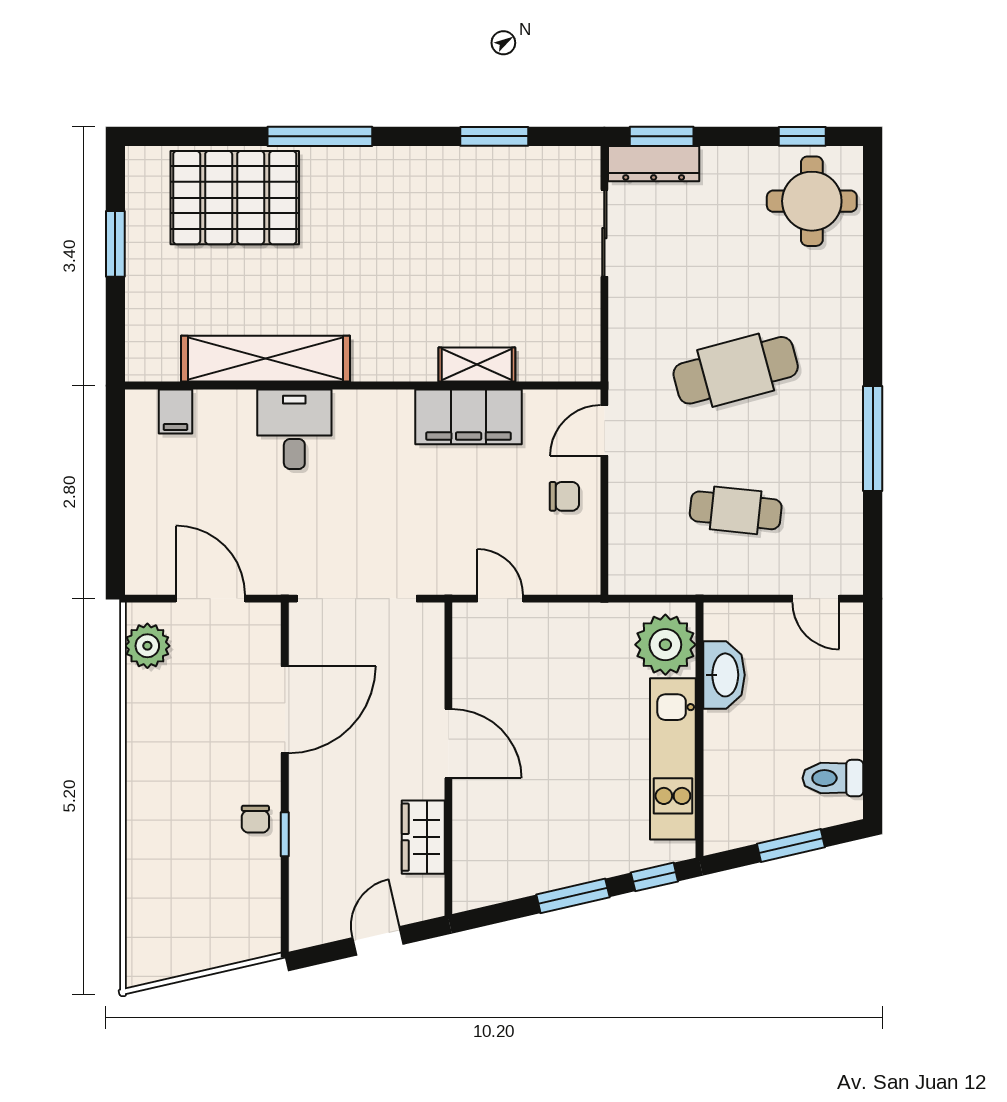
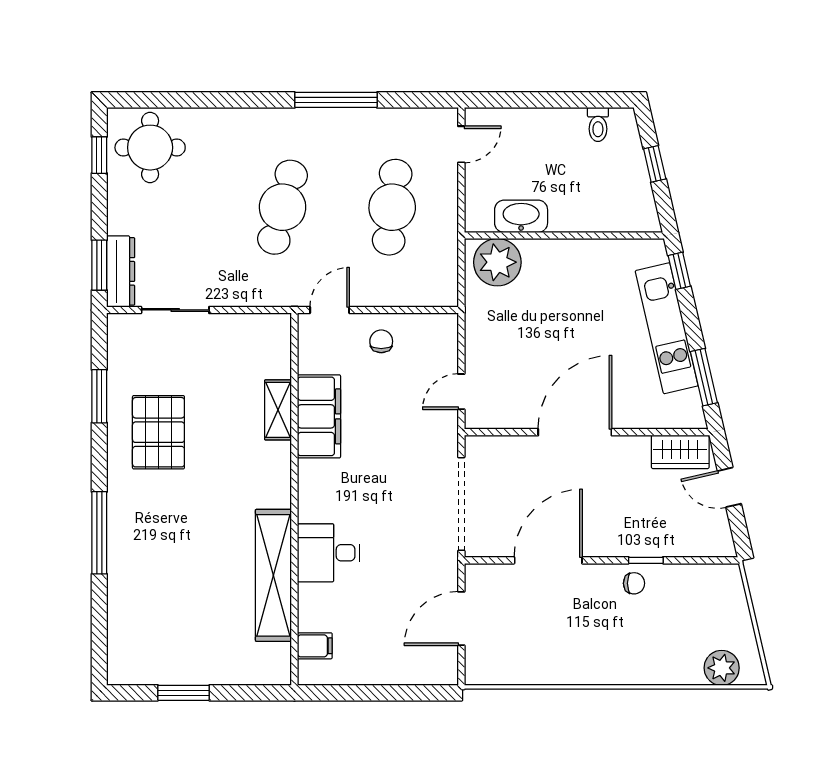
pallet: (235, 198) -> (158, 432), moved, width x0.73, depth x0.71
cafe table: (736, 370) -> (283, 207), turned 30
door: (604, 430) -> (330, 310), swing flipped
cafe table: (736, 510) -> (392, 207), width x1.37, depth x1.35
plant: (147, 646) -> (722, 668), moved
door: (285, 710) -> (548, 560), hinge flipped
door: (448, 744) -> (575, 432), width x1.36
kitchen unit: (673, 759) -> (667, 328), moved, turned 77
toilet: (833, 778) -> (598, 124), width x0.73, depth x0.72
wardrobe: (423, 837) -> (680, 452), moved
window: (791, 845) -> (655, 164), width x0.67
window: (573, 896) -> (704, 377), moved

